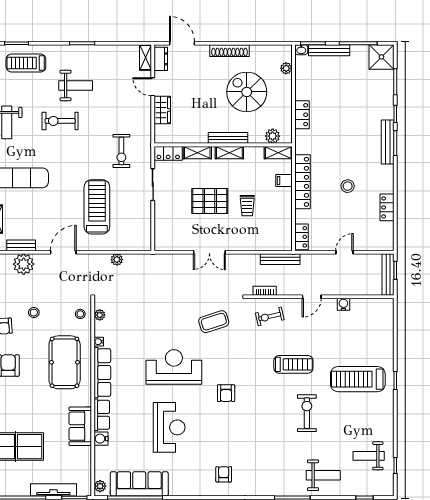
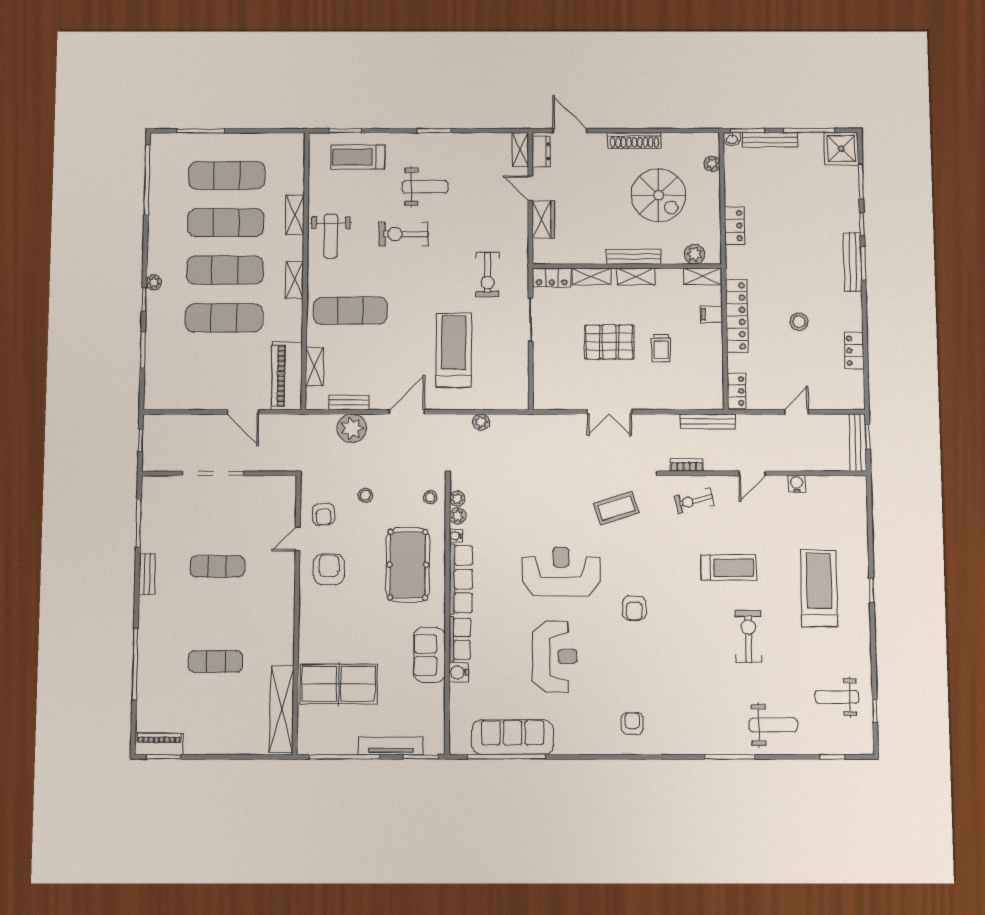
spiral stairs: (247, 92) -> (659, 195), turned 180
treadmill: (358, 379) -> (819, 588), turned 90
plant: (100, 486) -> (458, 516), moved

